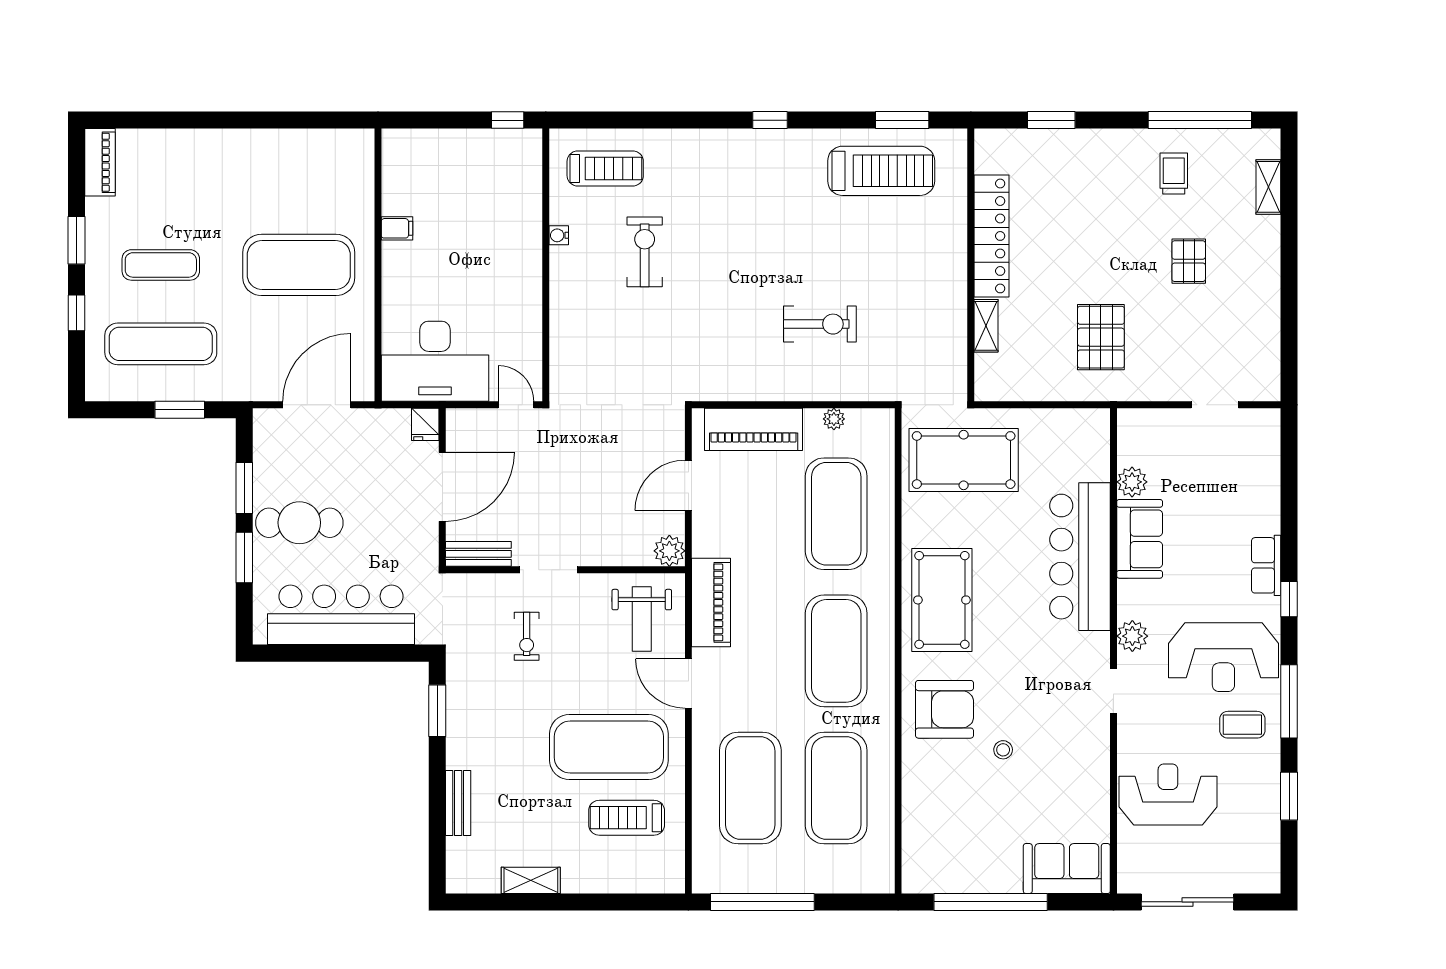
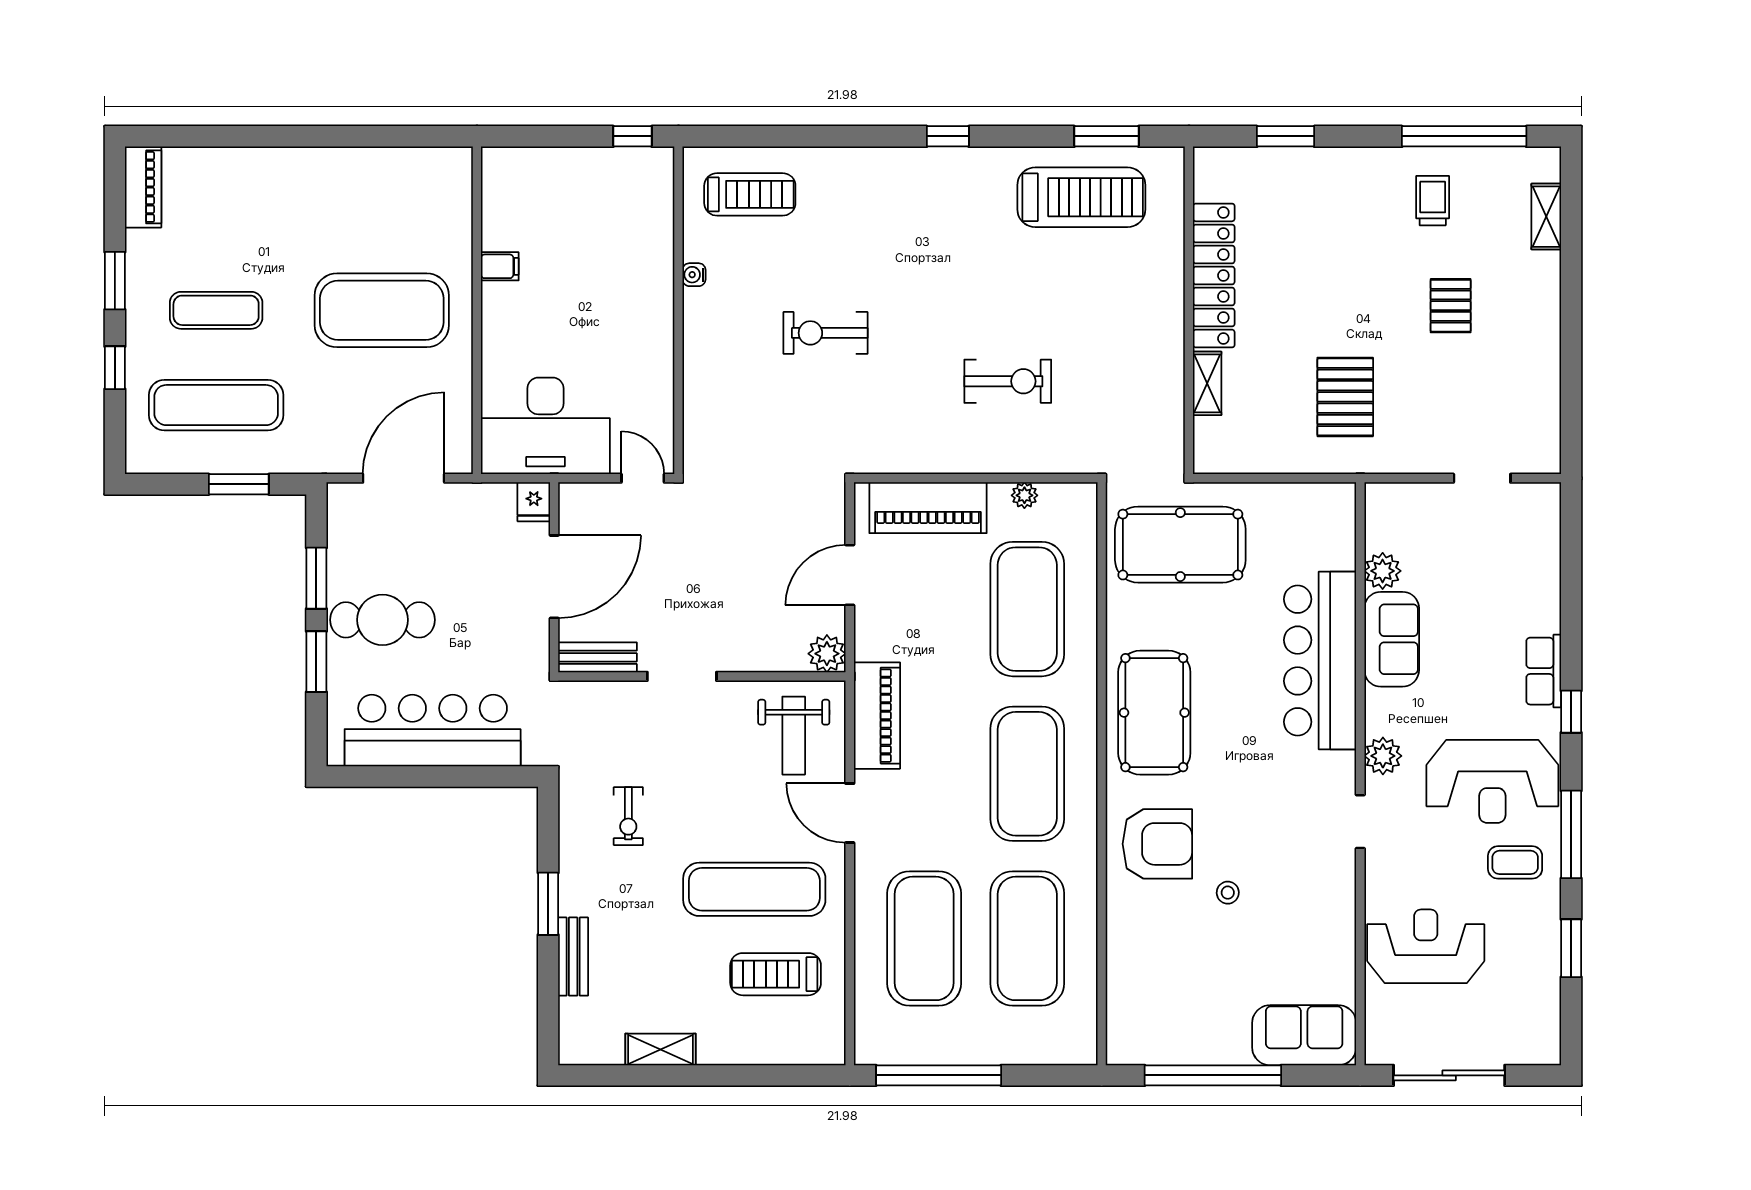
exercise bike: (645, 252) -> (826, 333), moved, turned -90
exercise bike: (527, 636) -> (628, 816), moved
window: (437, 711) -> (548, 904), moved
exercise mat: (609, 747) -> (754, 889), width x0.68

